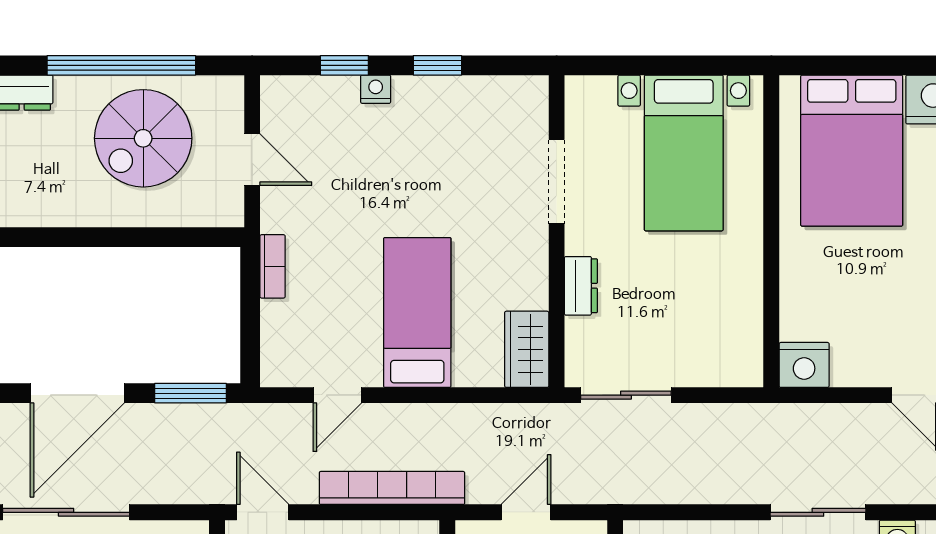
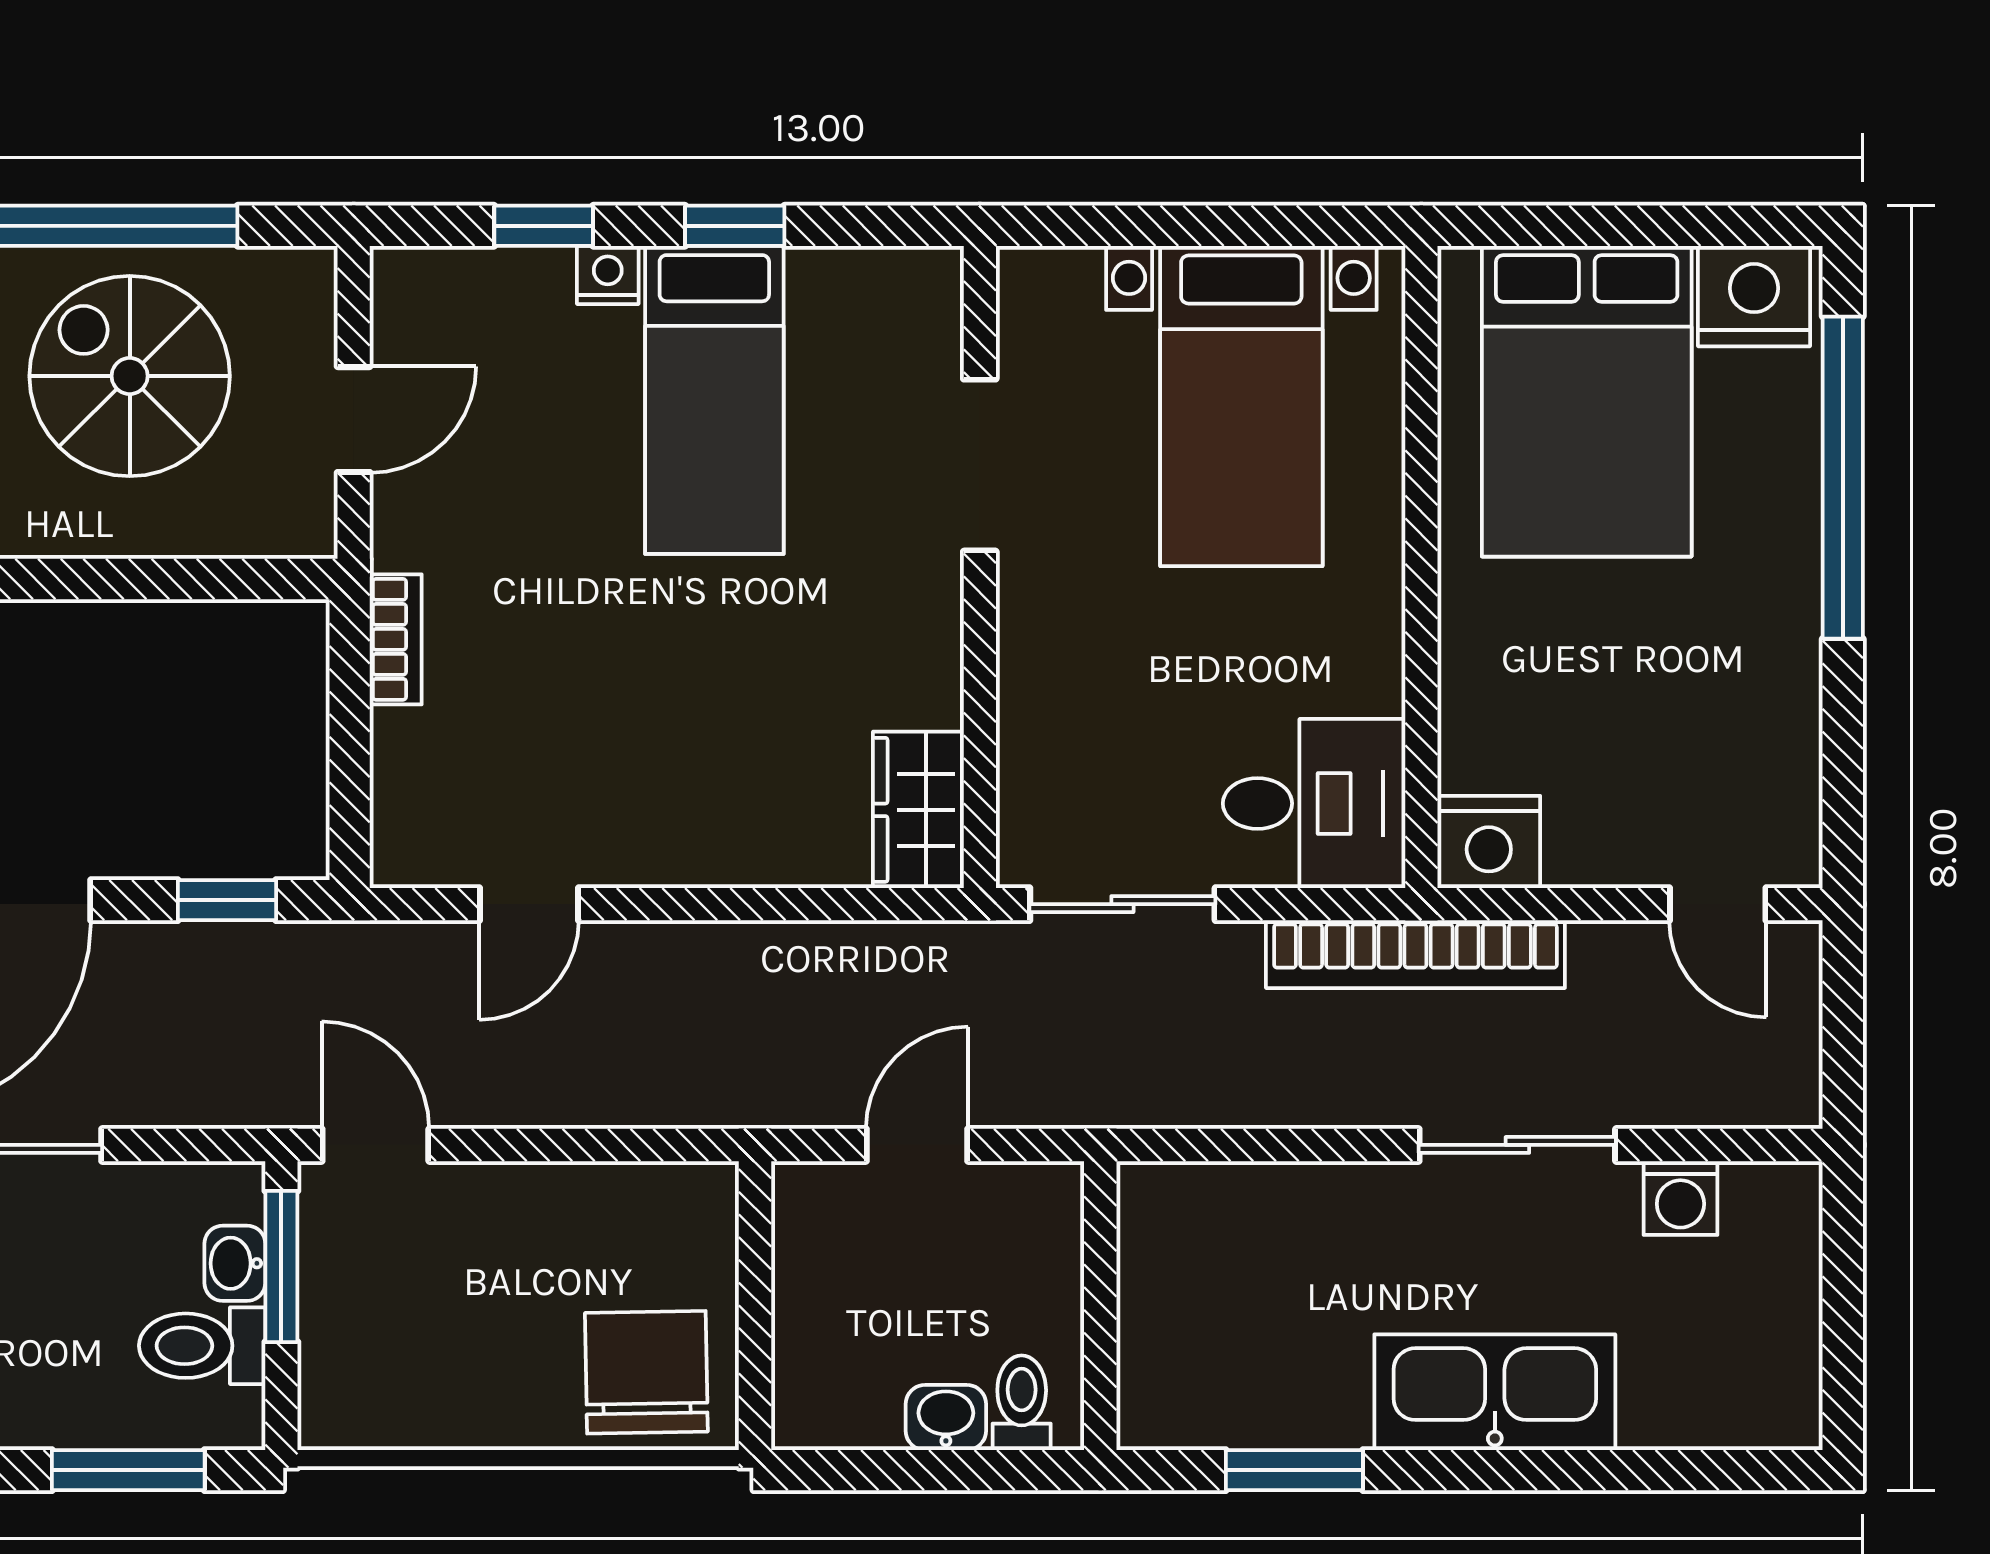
spiral stairs: (143, 138) -> (130, 376), turned 90
door: (252, 160) -> (354, 420), hinge flipped
dresser: (581, 286) -> (1030, 679), removed
bed: (417, 312) -> (714, 400), moved, turned 180
desk: (719, 346) -> (1314, 803), added
window: (190, 393) -> (227, 900), width x0.67
bookcase: (392, 488) -> (1415, 954), moved, turned 180

